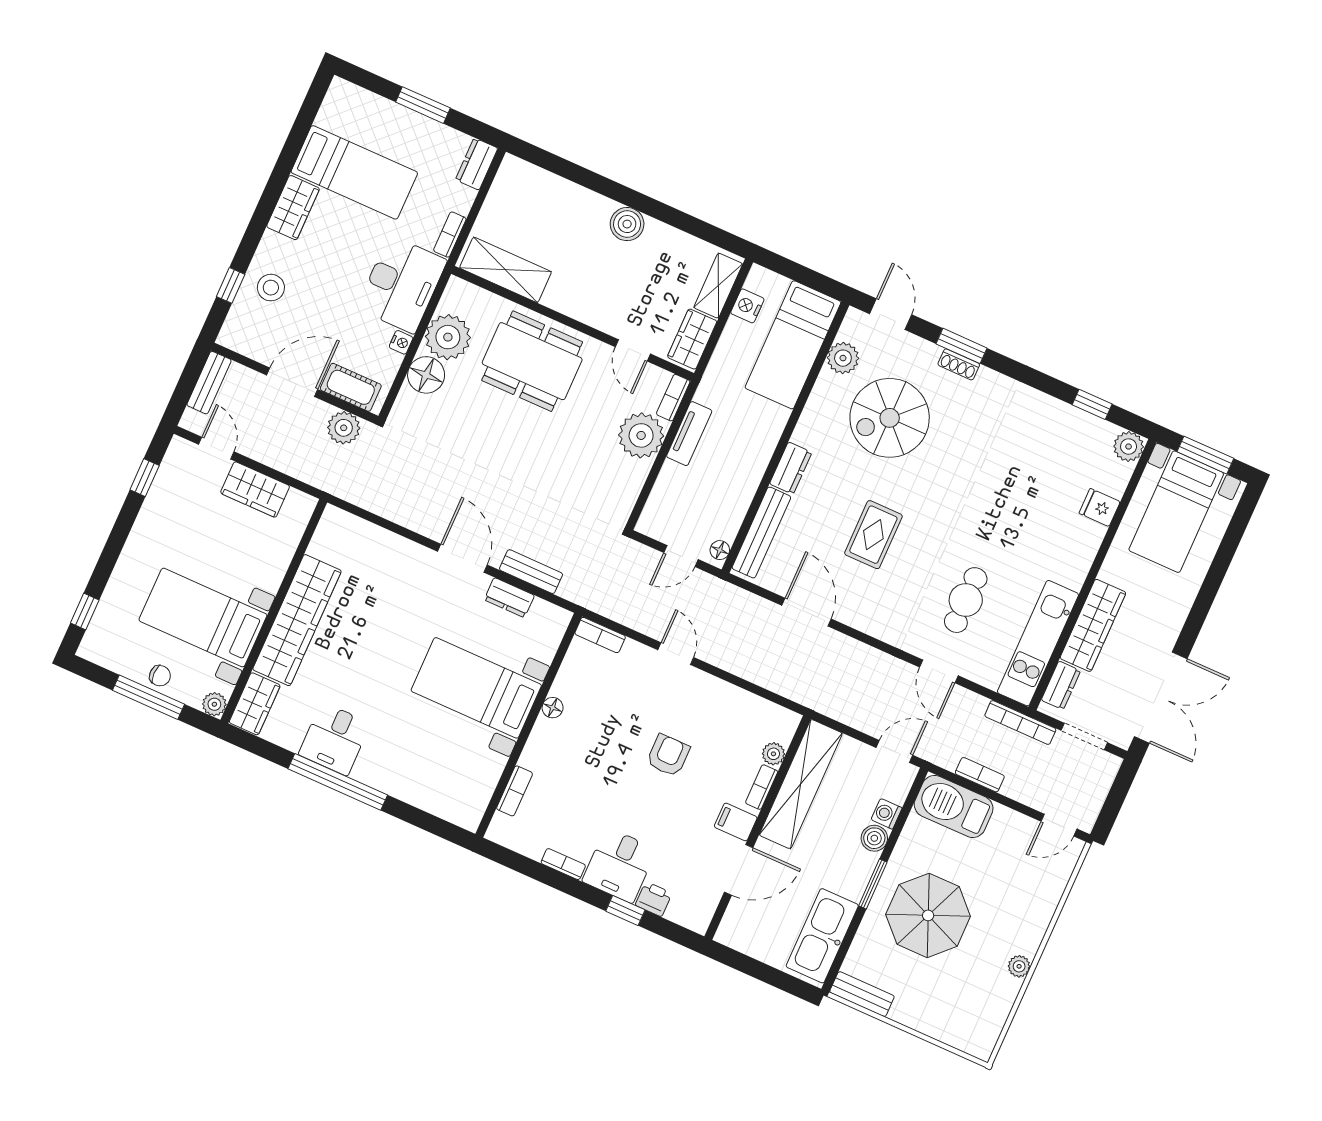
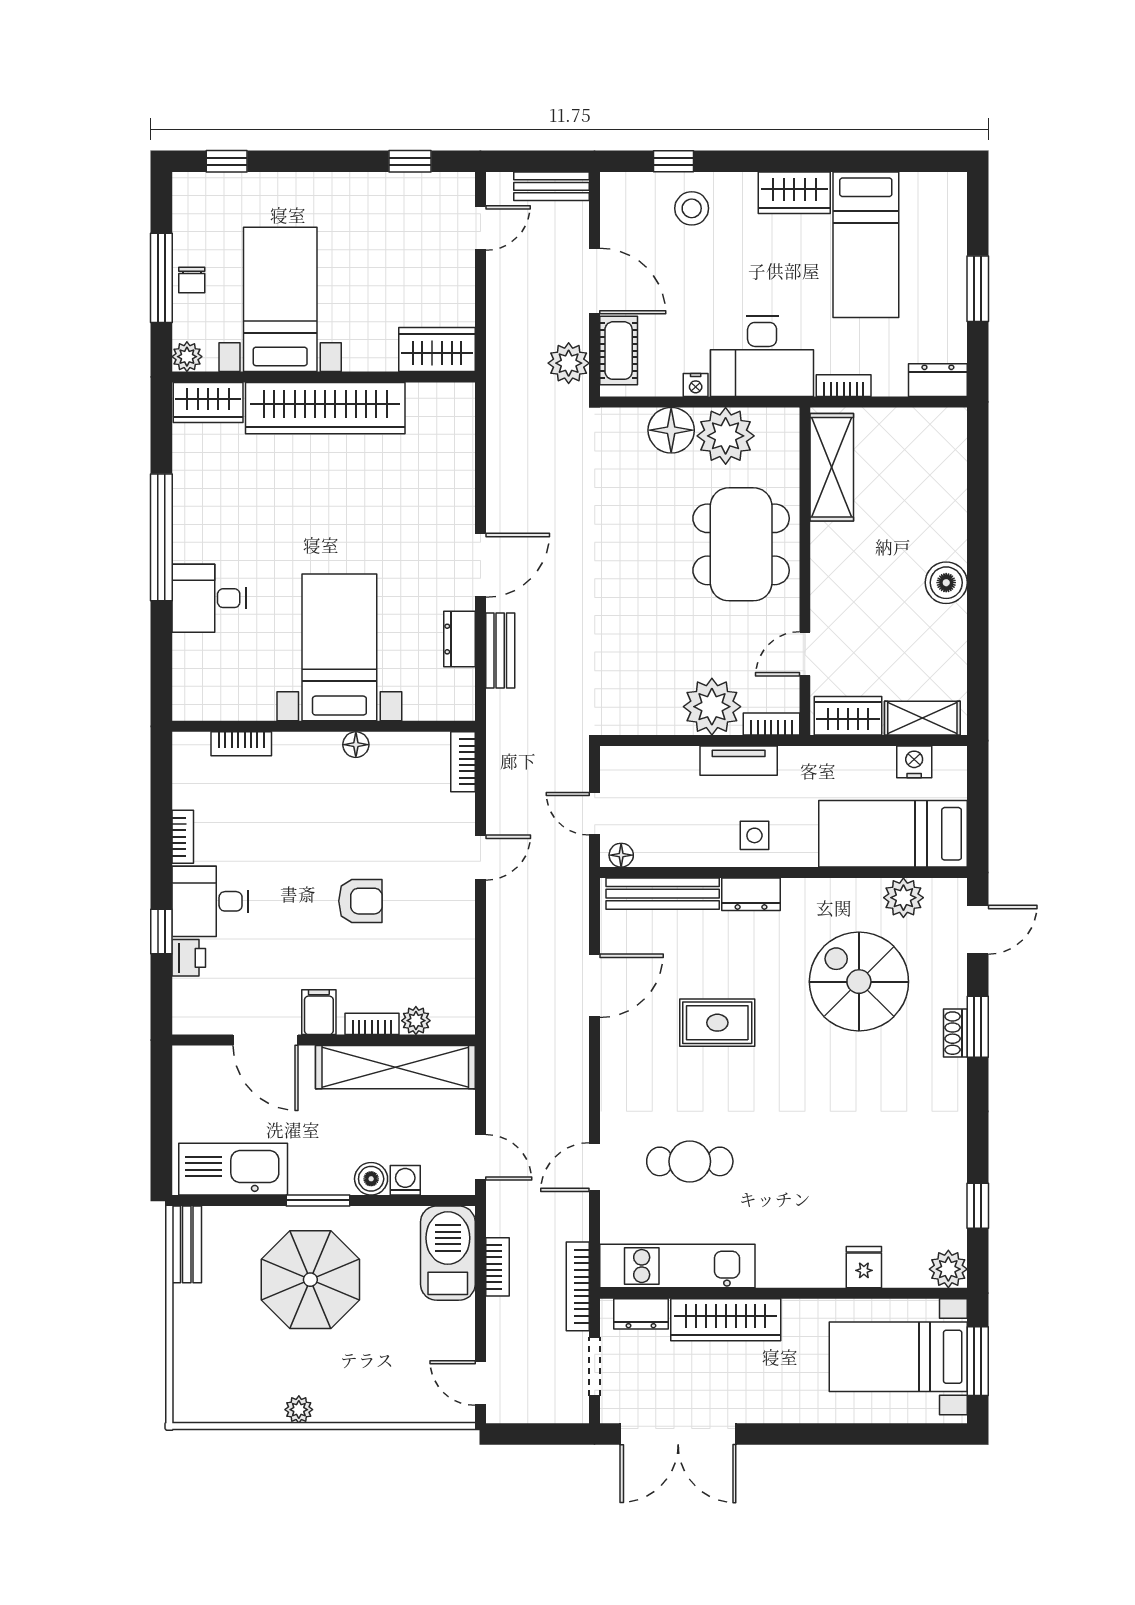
side table: (749, 446) -> (754, 835), added
wardrobe: (255, 489) -> (437, 350), moved, turned 90
desk: (335, 739) -> (209, 598), moved

